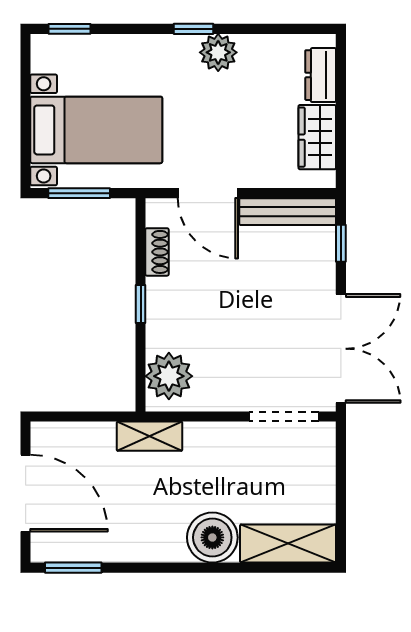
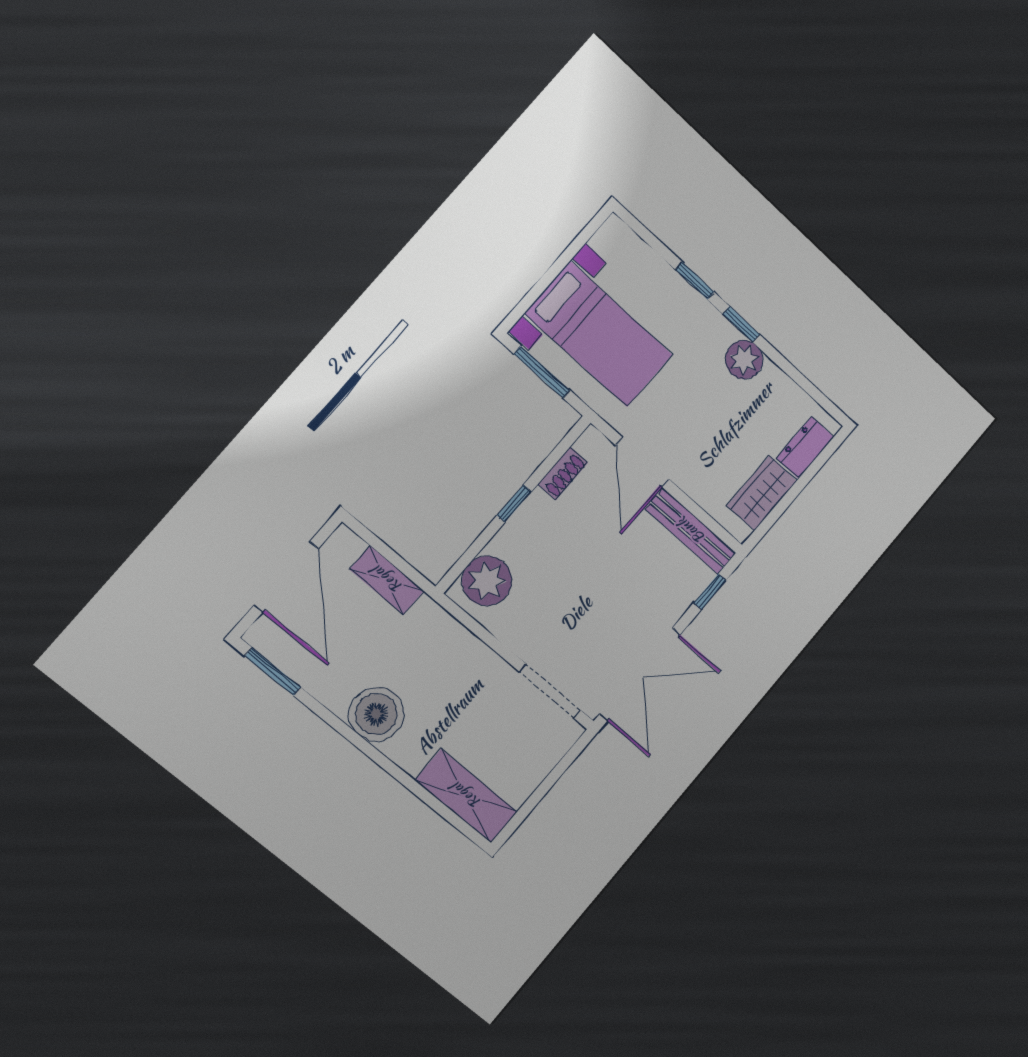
window: (70, 29) -> (695, 281), moved
shelving: (150, 436) -> (387, 580), moved
boiler: (212, 537) -> (376, 714), moved

